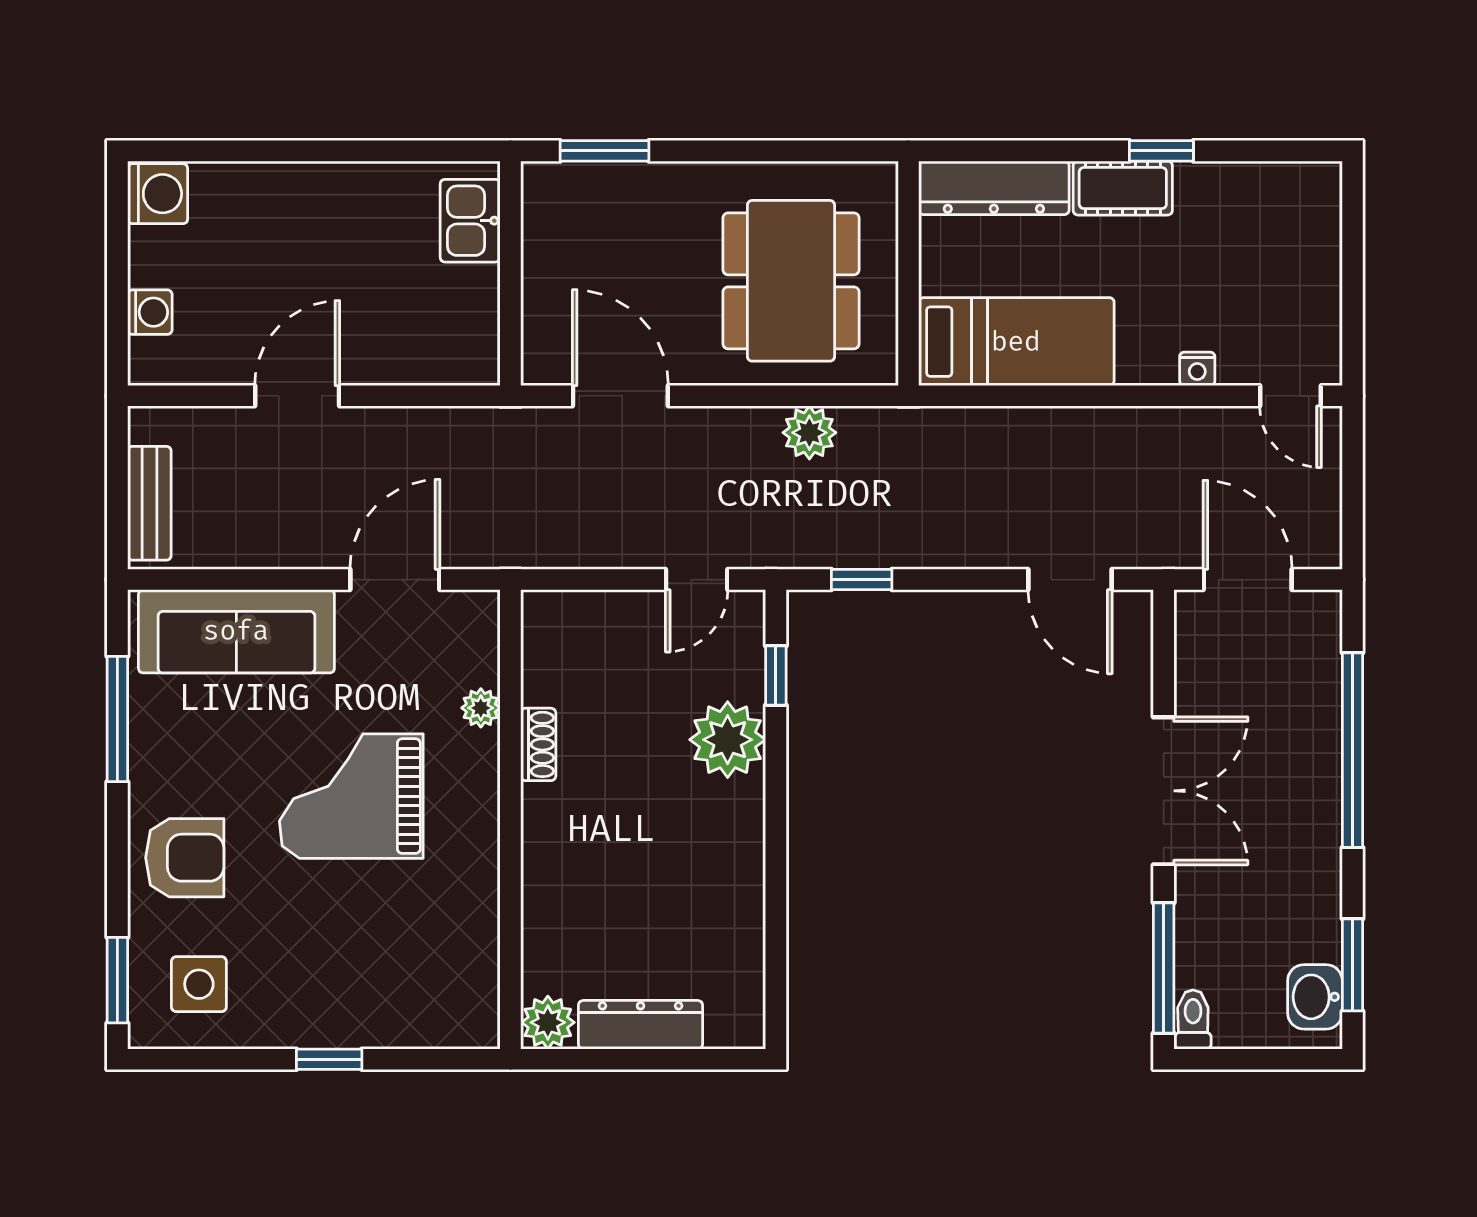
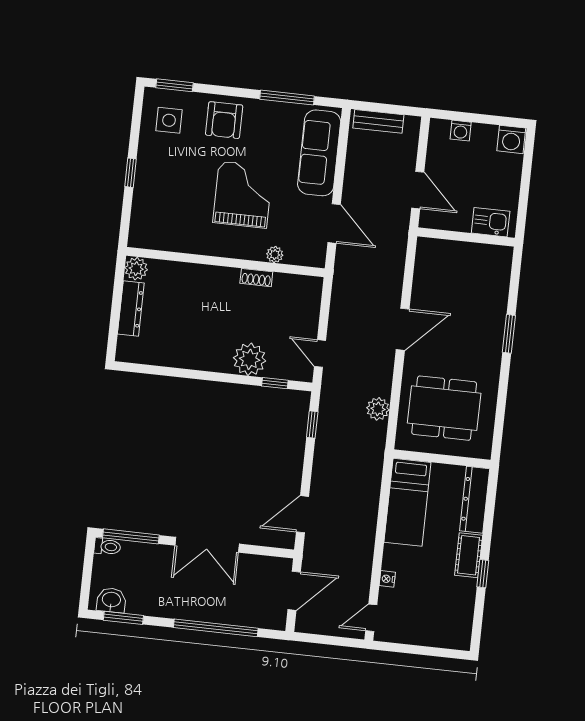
kitchen sink: (470, 221) -> (491, 222), moved
wall: (510, 273) -> (466, 237), moved

